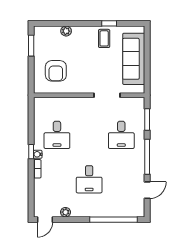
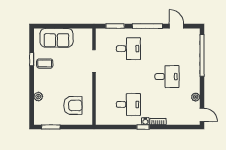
sofa: (134, 59) -> (56, 38), width x0.73

